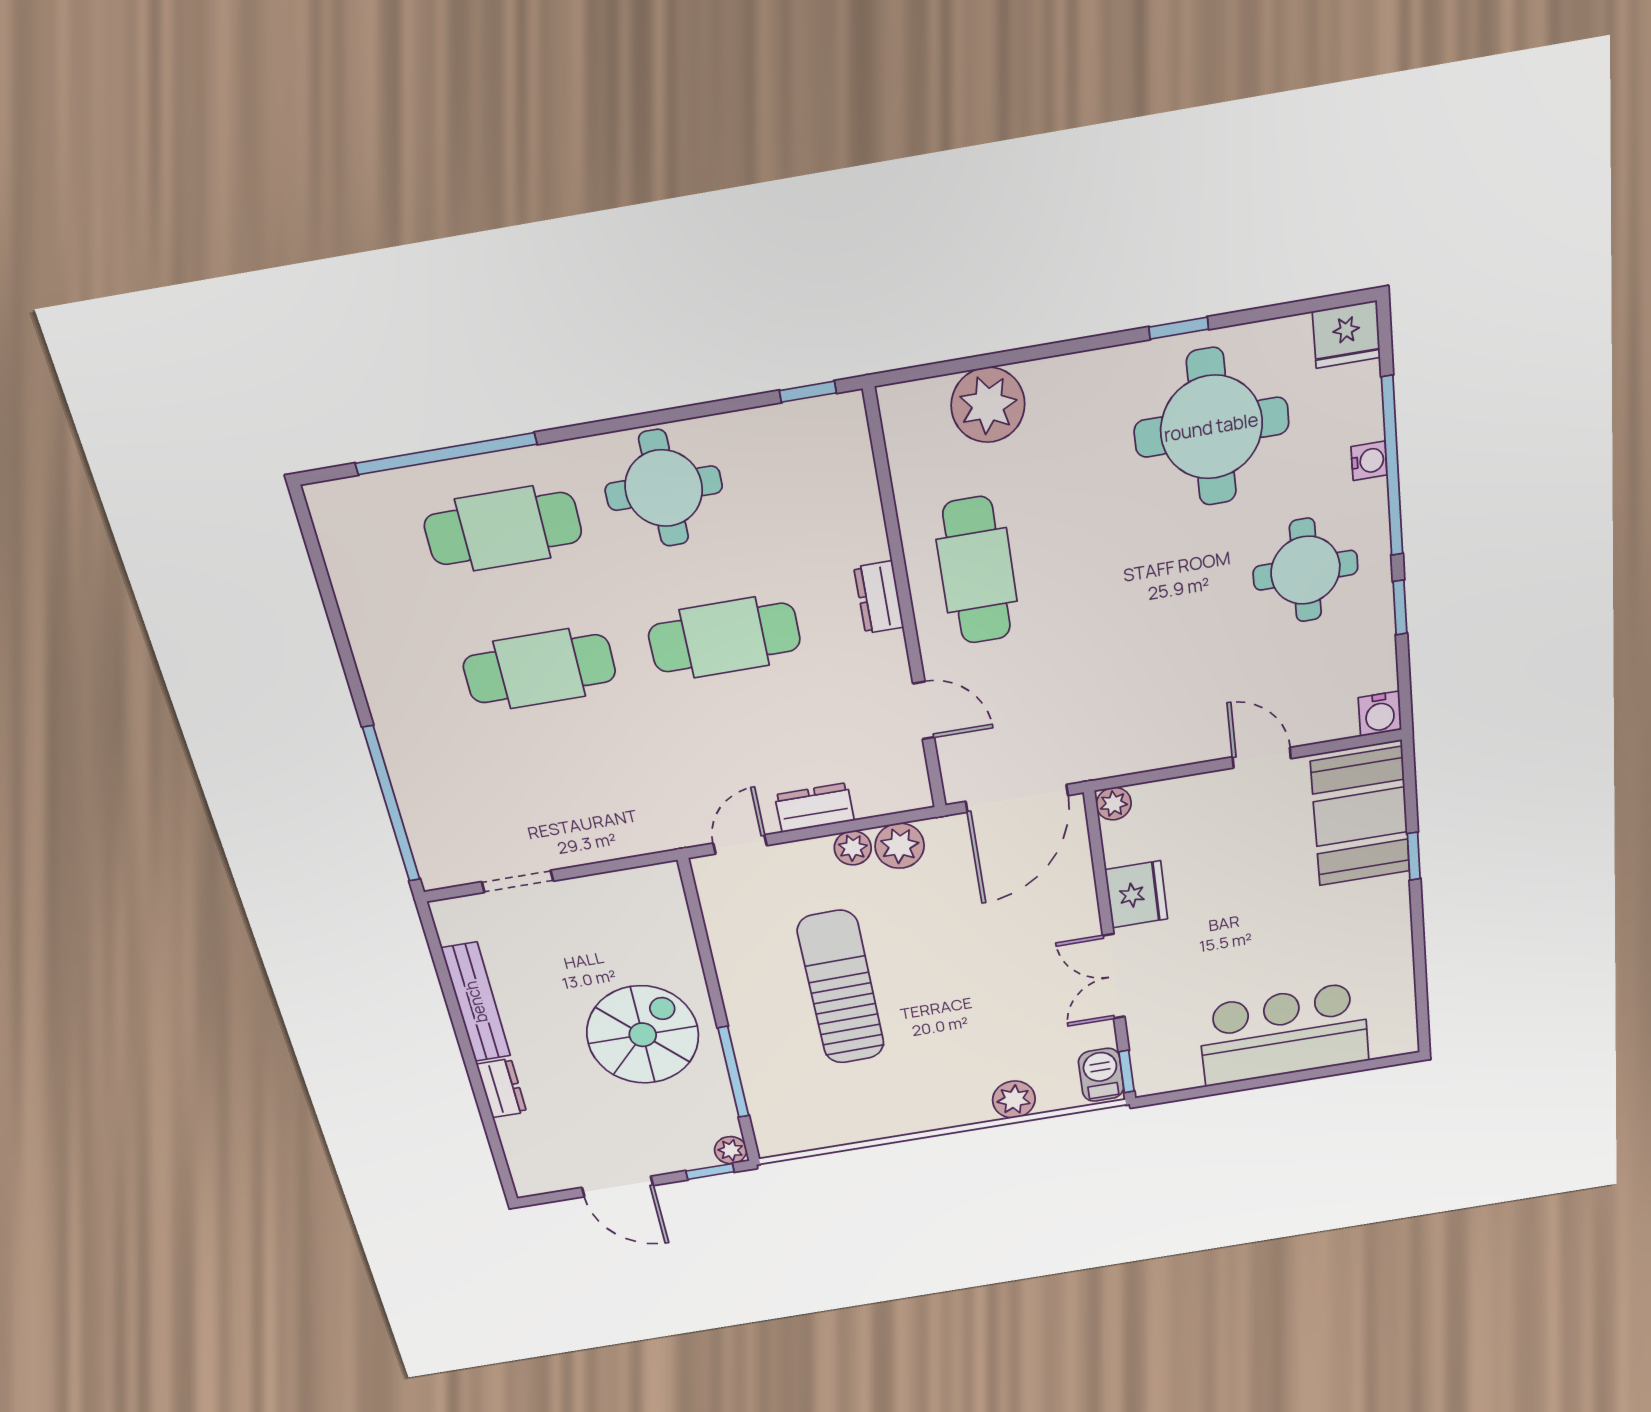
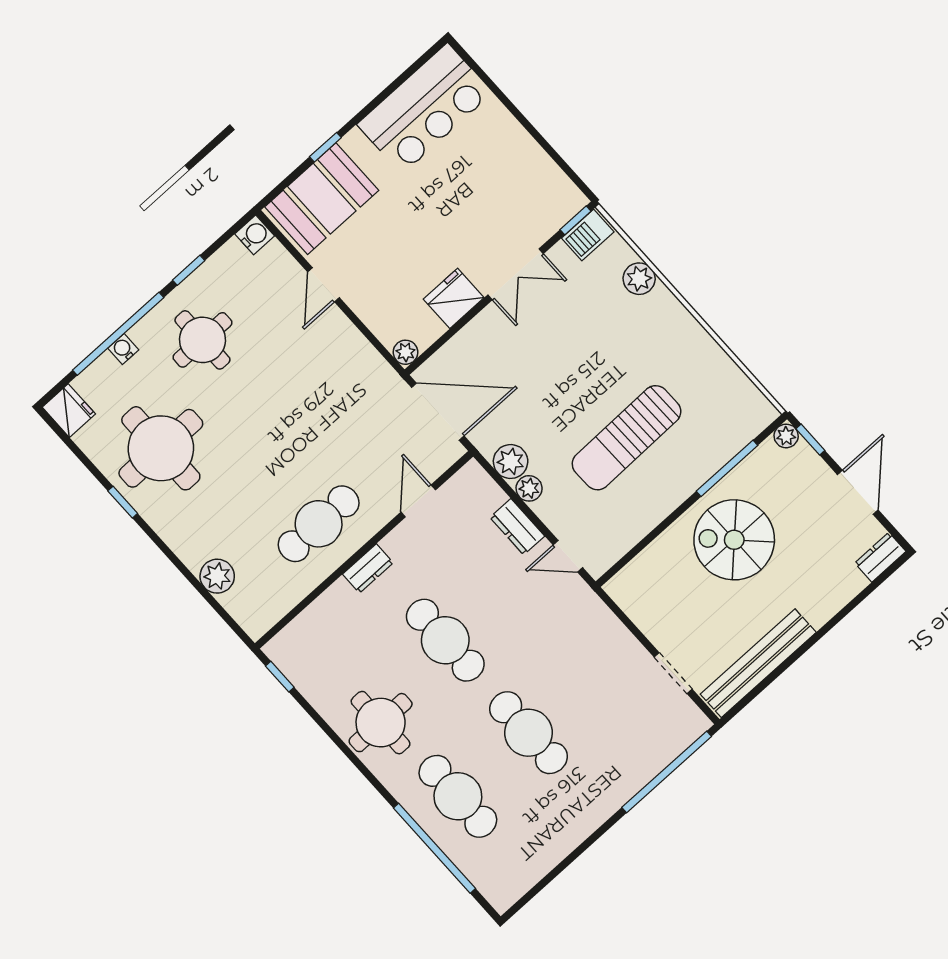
plant: (988, 405) -> (217, 576), width x0.73, depth x0.73
bench: (476, 1002) -> (758, 663), width x1.37, depth x1.21
bar counter: (1284, 1034) -> (425, 109), moved, turned -90
dresser: (502, 1088) -> (880, 557), moved

